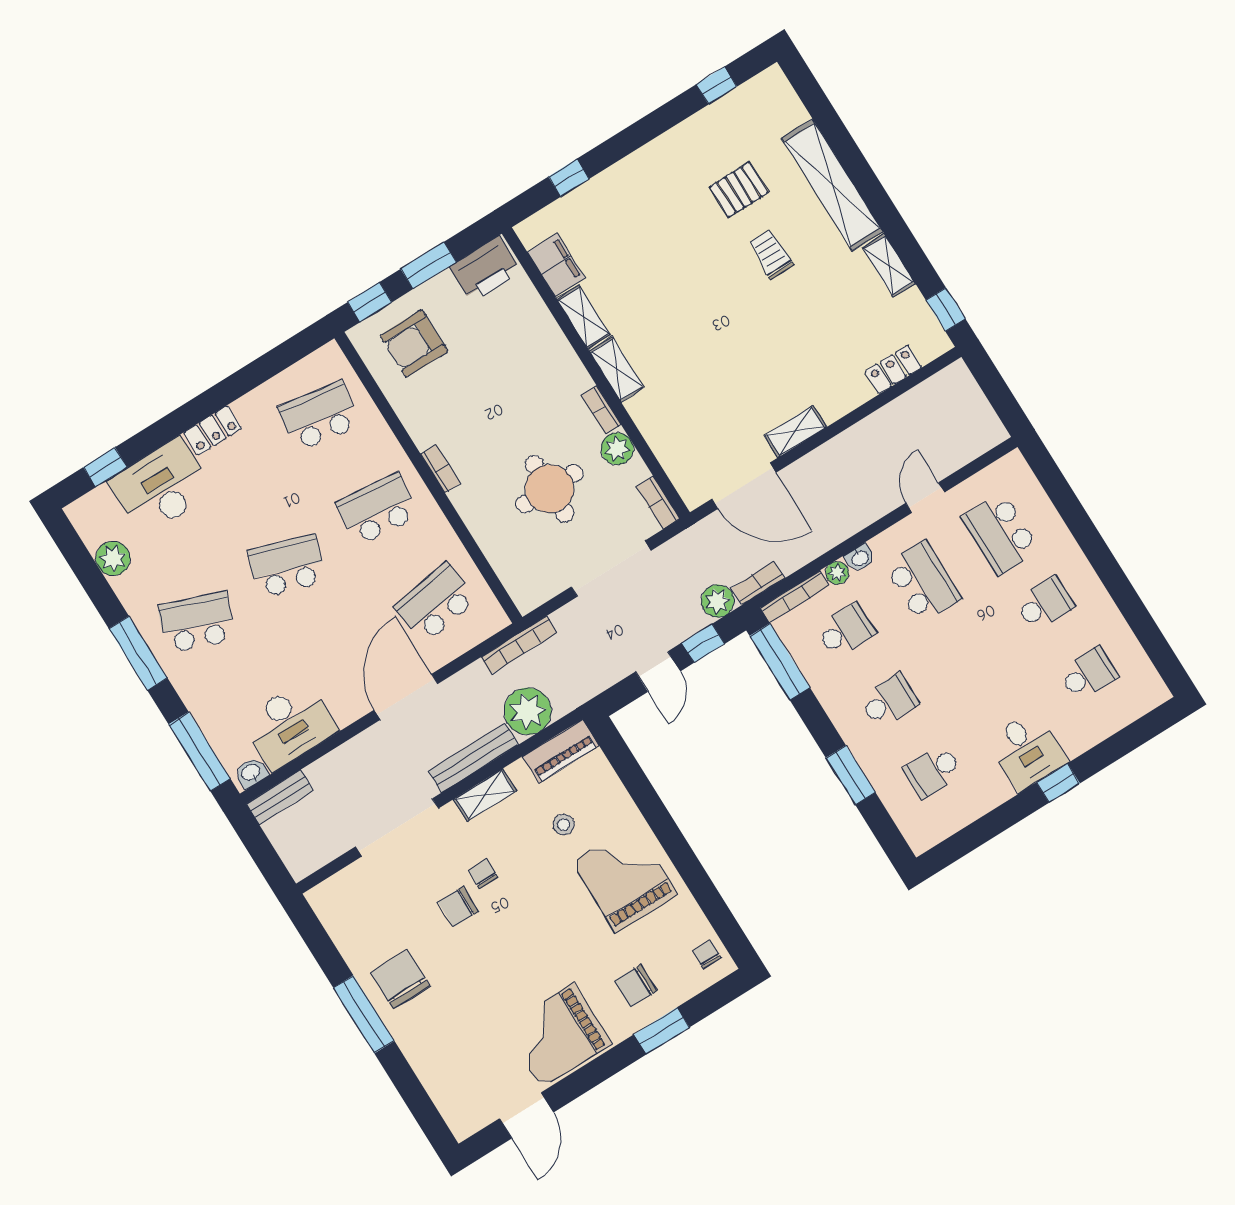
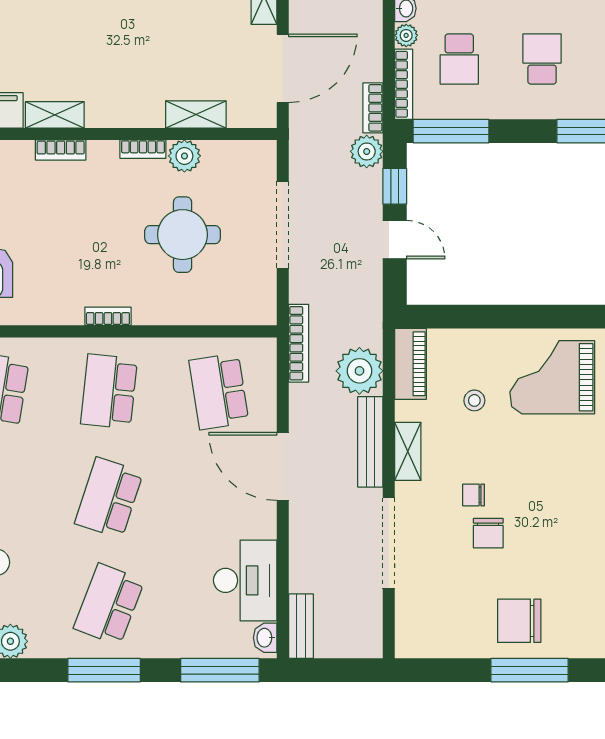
shelving: (617, 369) -> (196, 114), moved
bookcase: (658, 503) -> (61, 150), moved
school desk: (845, 631) -> (459, 59), turned 180

